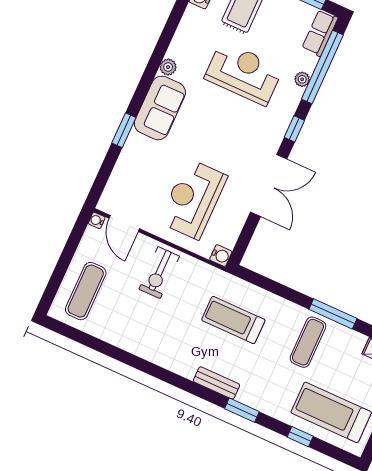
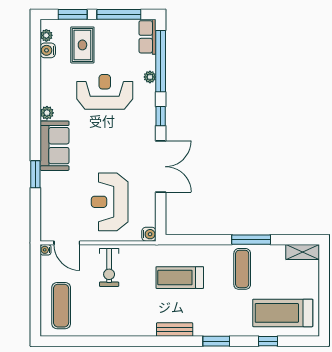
bench: (216, 383) -> (175, 330), moved

